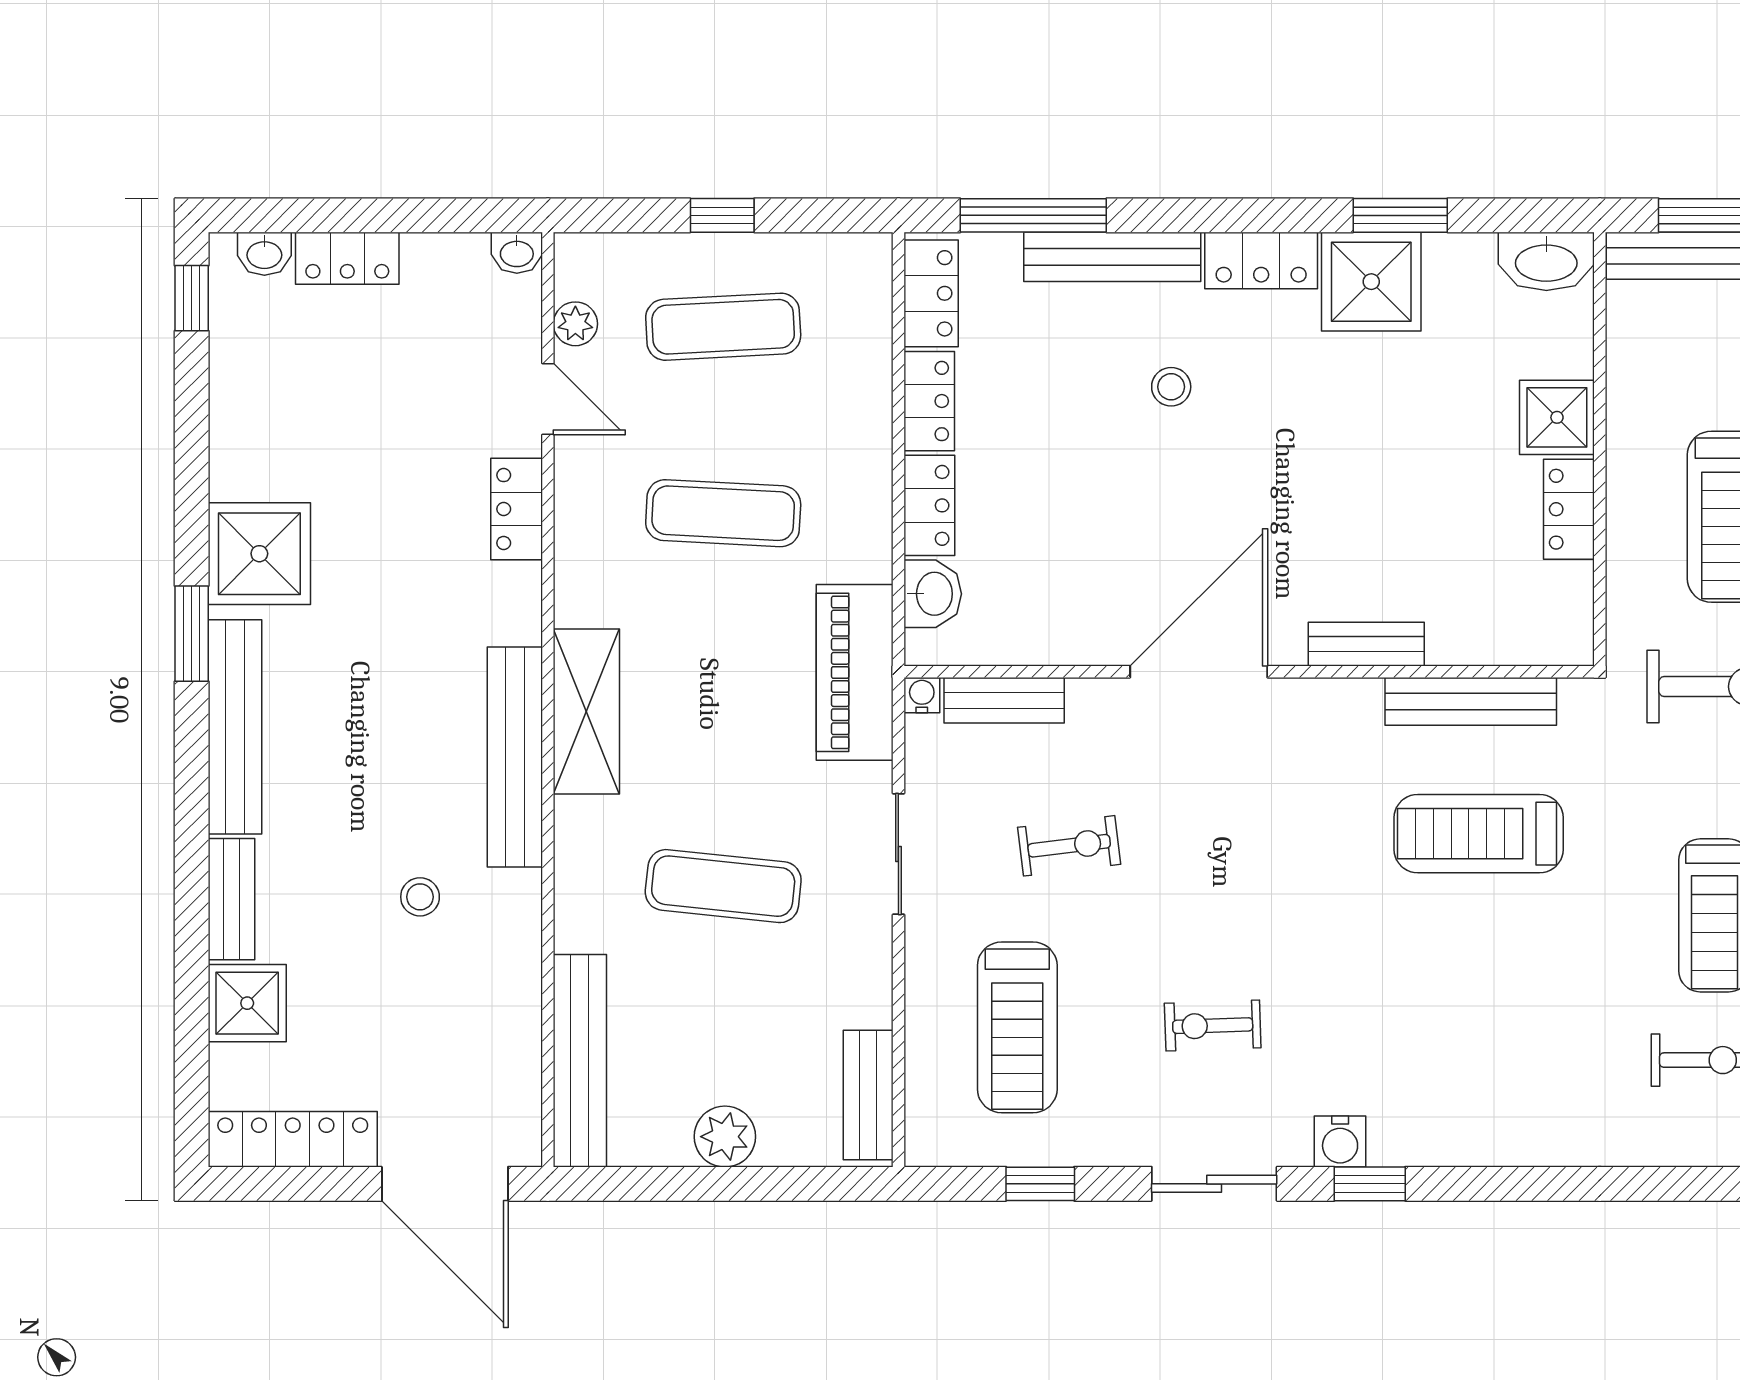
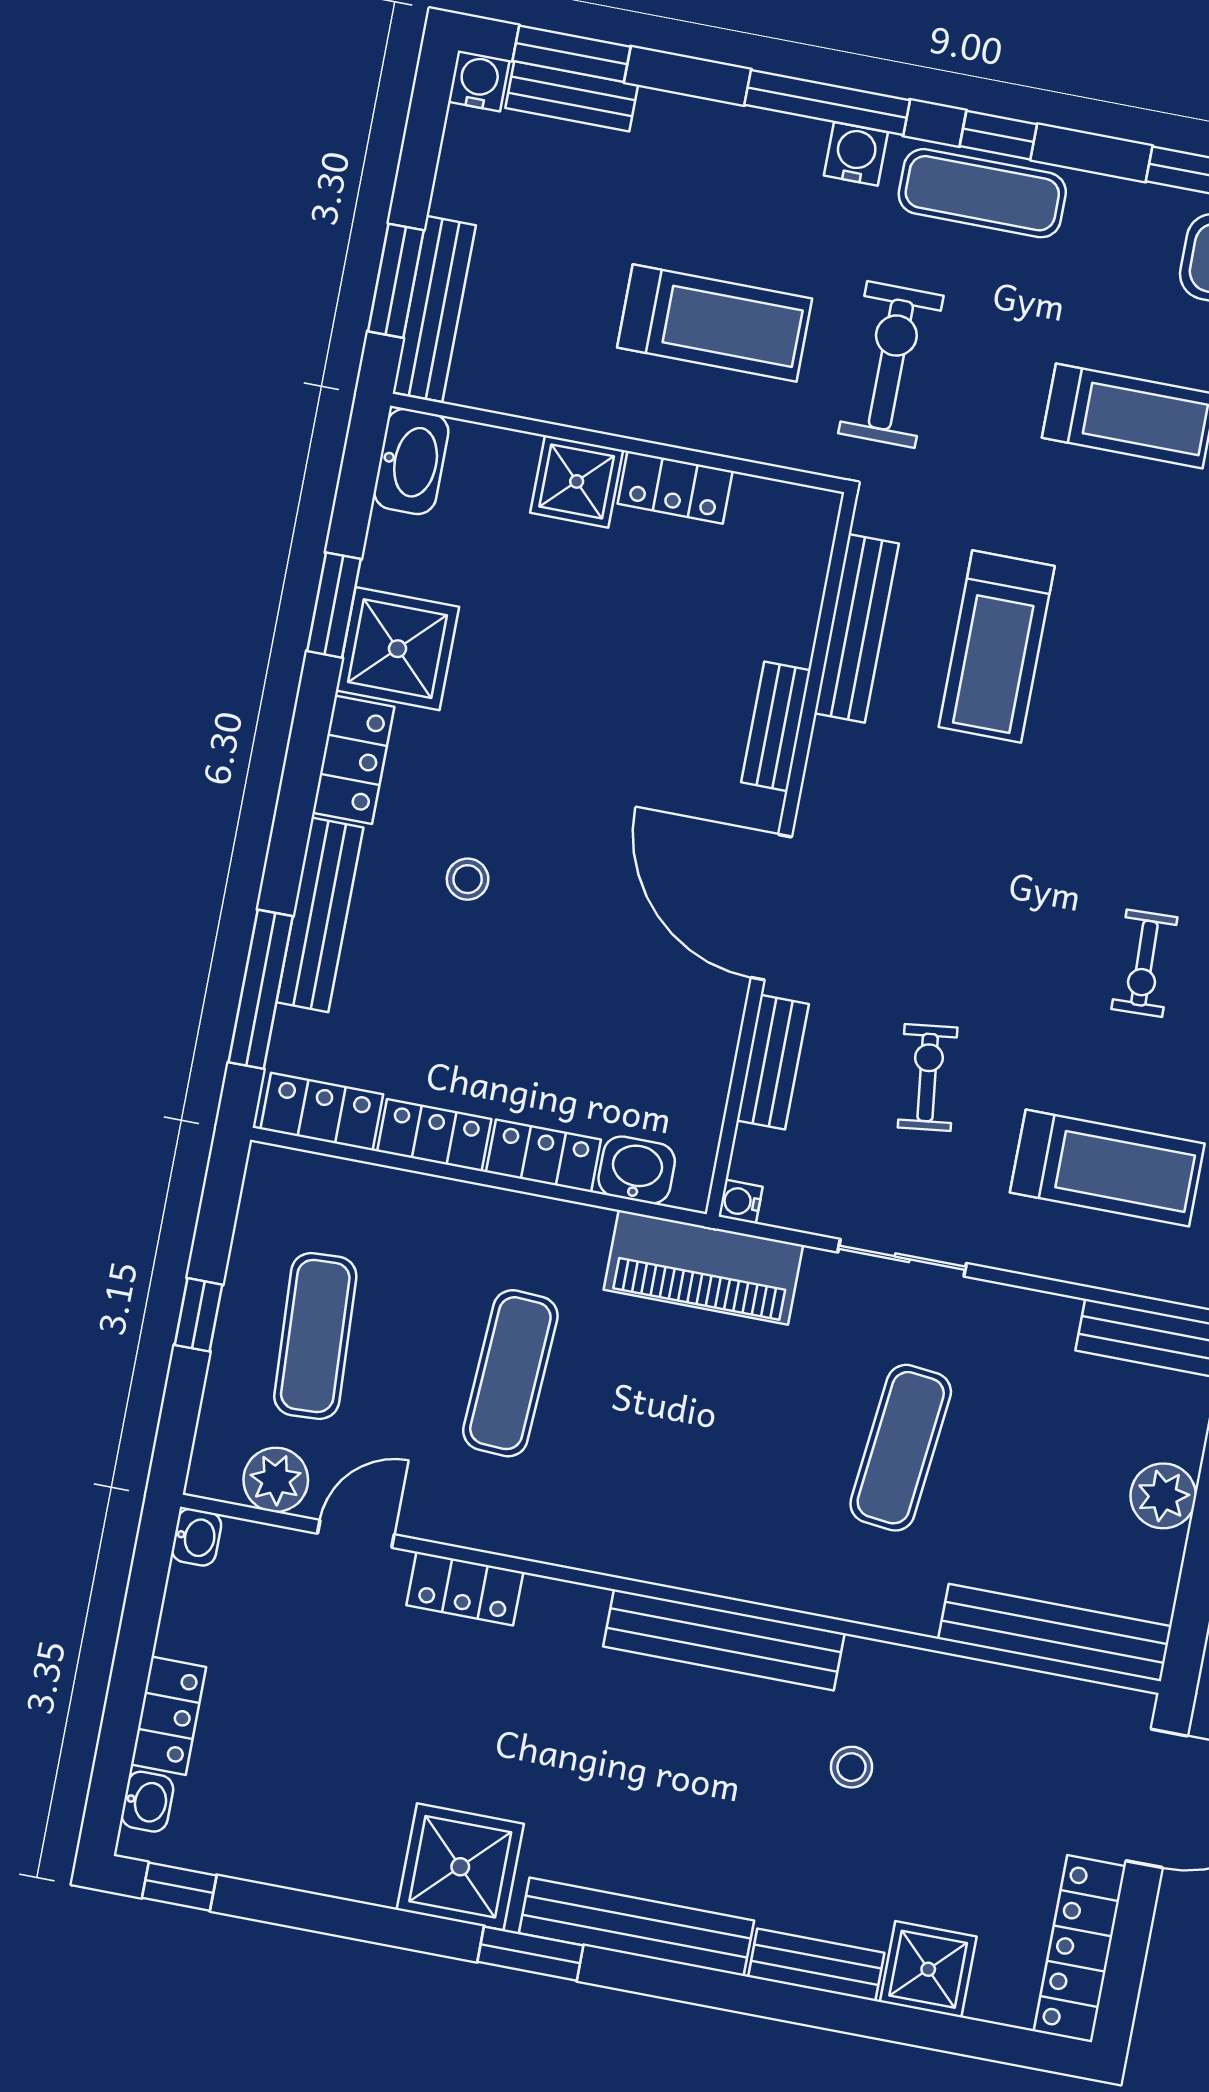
plant: (575, 324) -> (276, 1480), width x1.38, depth x1.38
bench: (1004, 700) -> (773, 1062), moved
shelving: (586, 711) -> (691, 1556), removed

